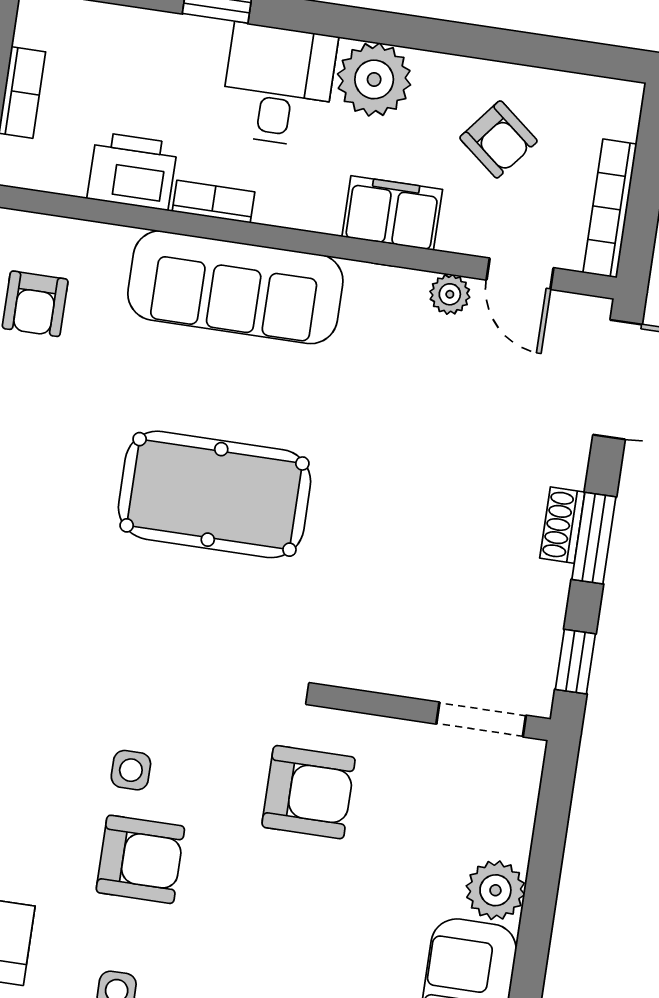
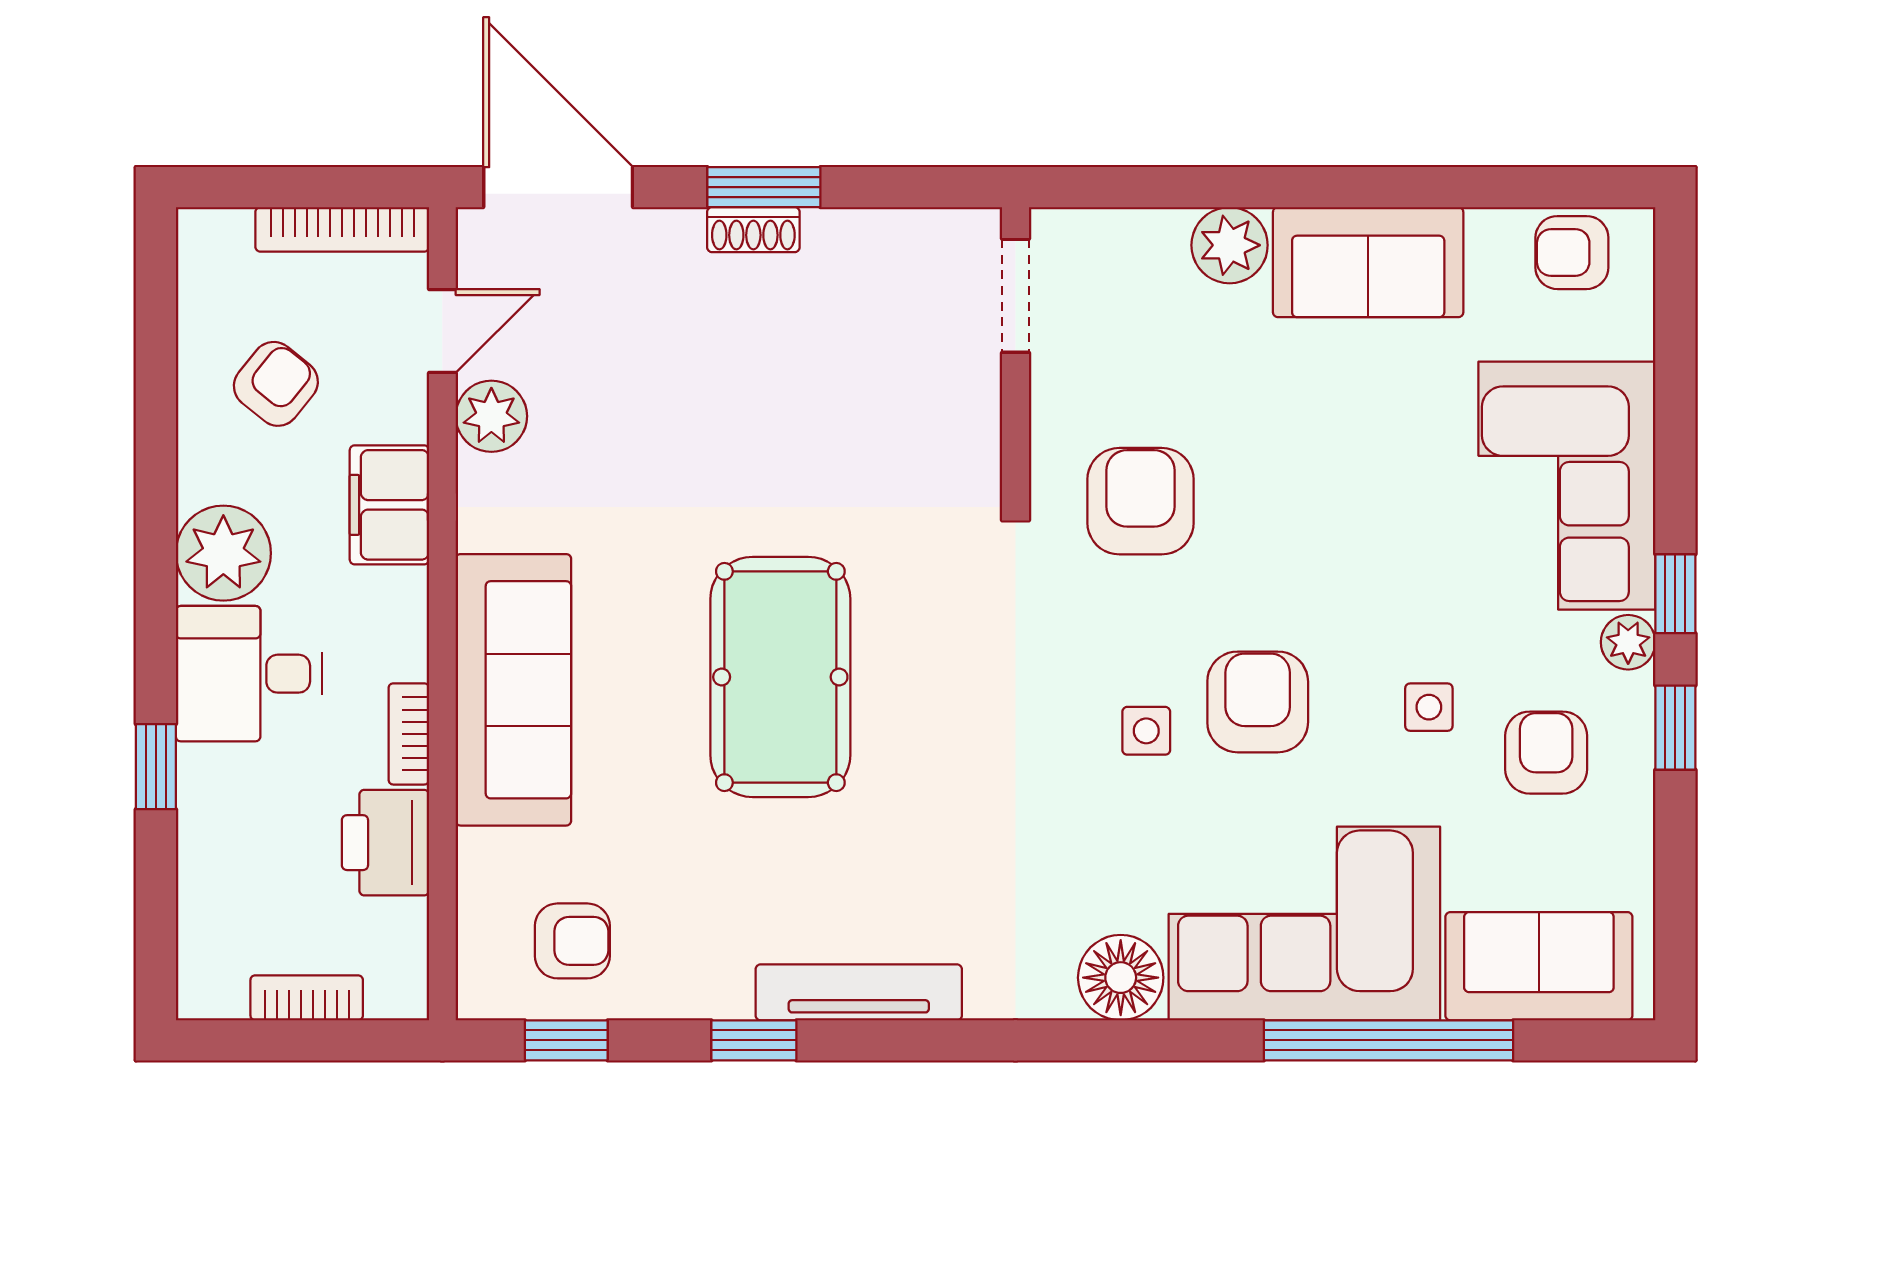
plant: (450, 294) -> (491, 416), width x1.38, depth x1.38
window: (575, 662) -> (924, 187), removed

